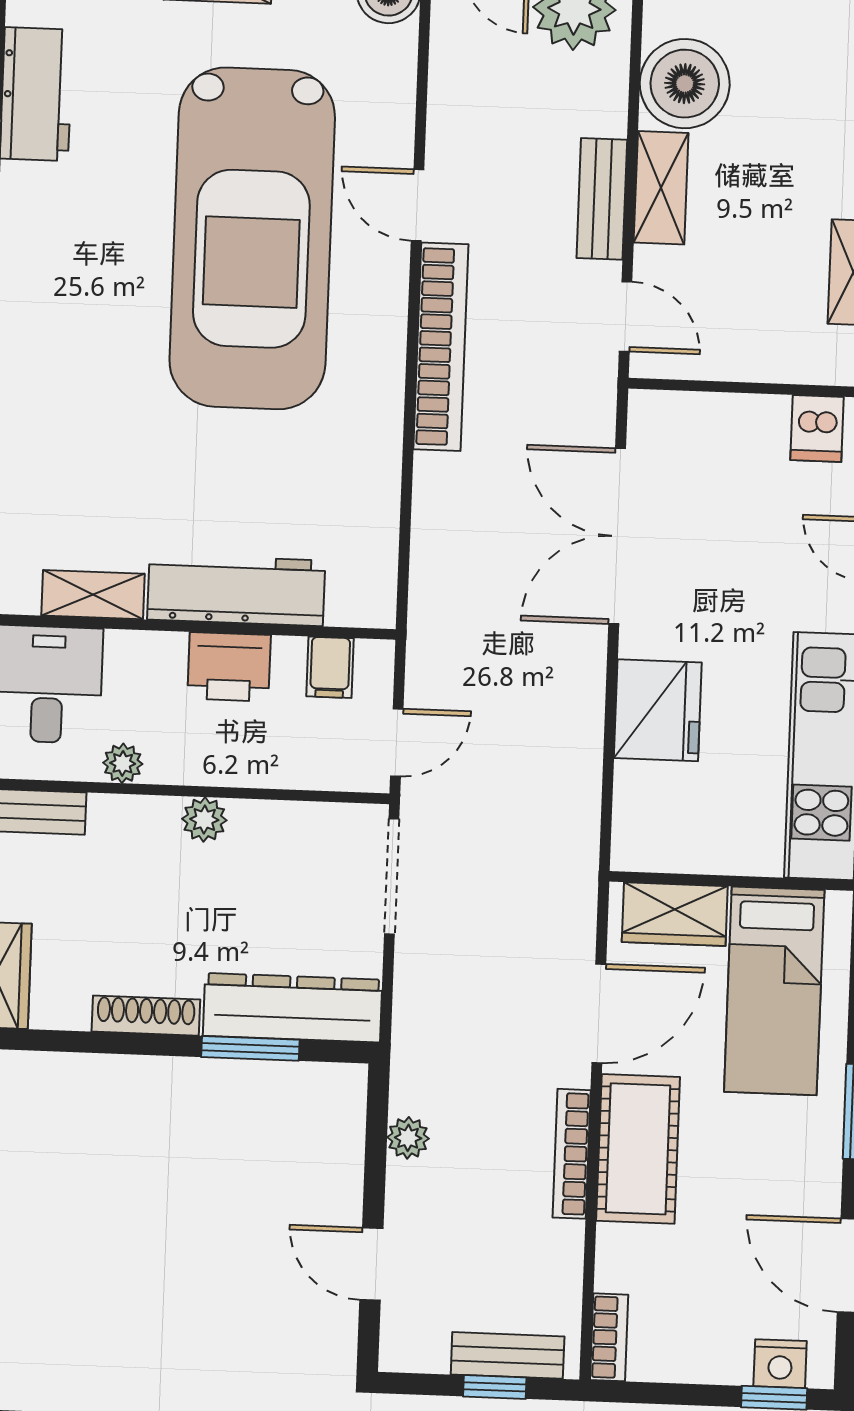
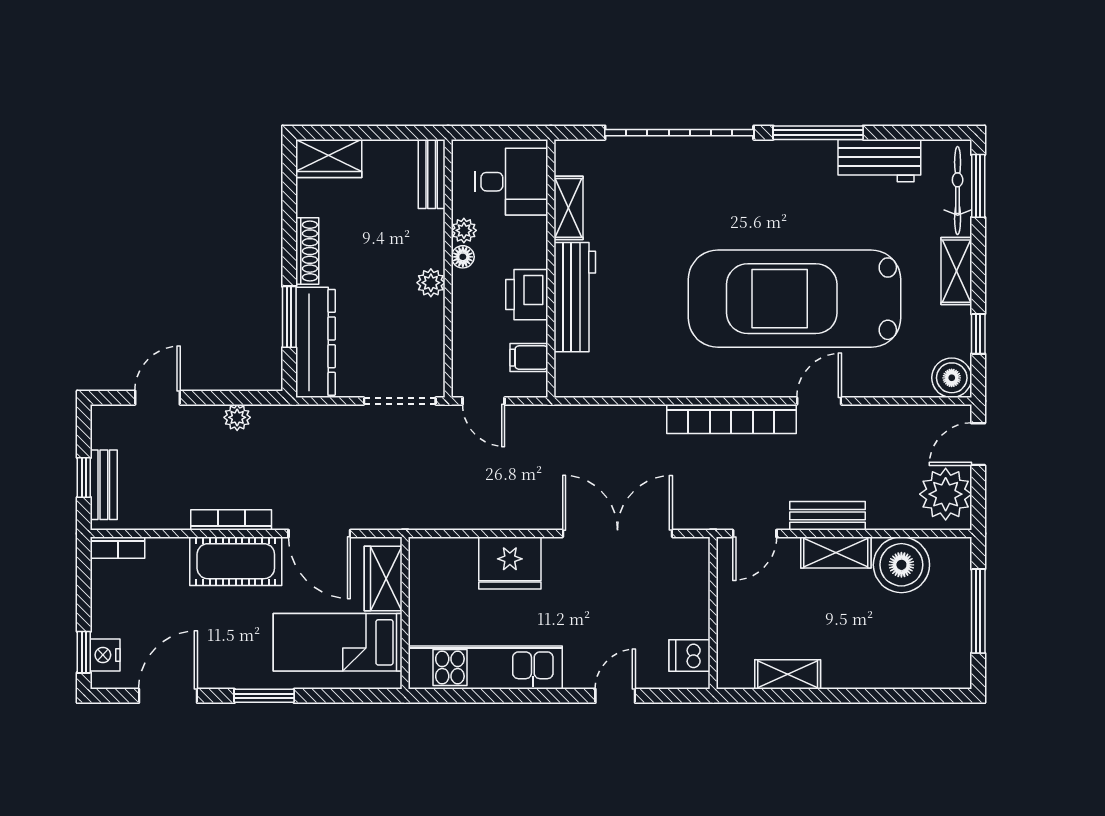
floor lamp: (165, 767) -> (463, 257), added

